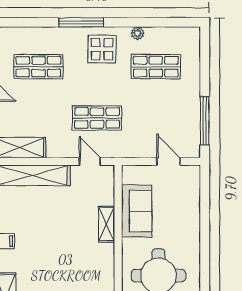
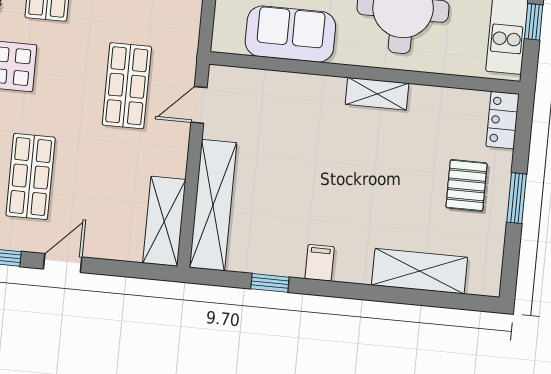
shelving: (106, 224) -> (377, 94), moved

